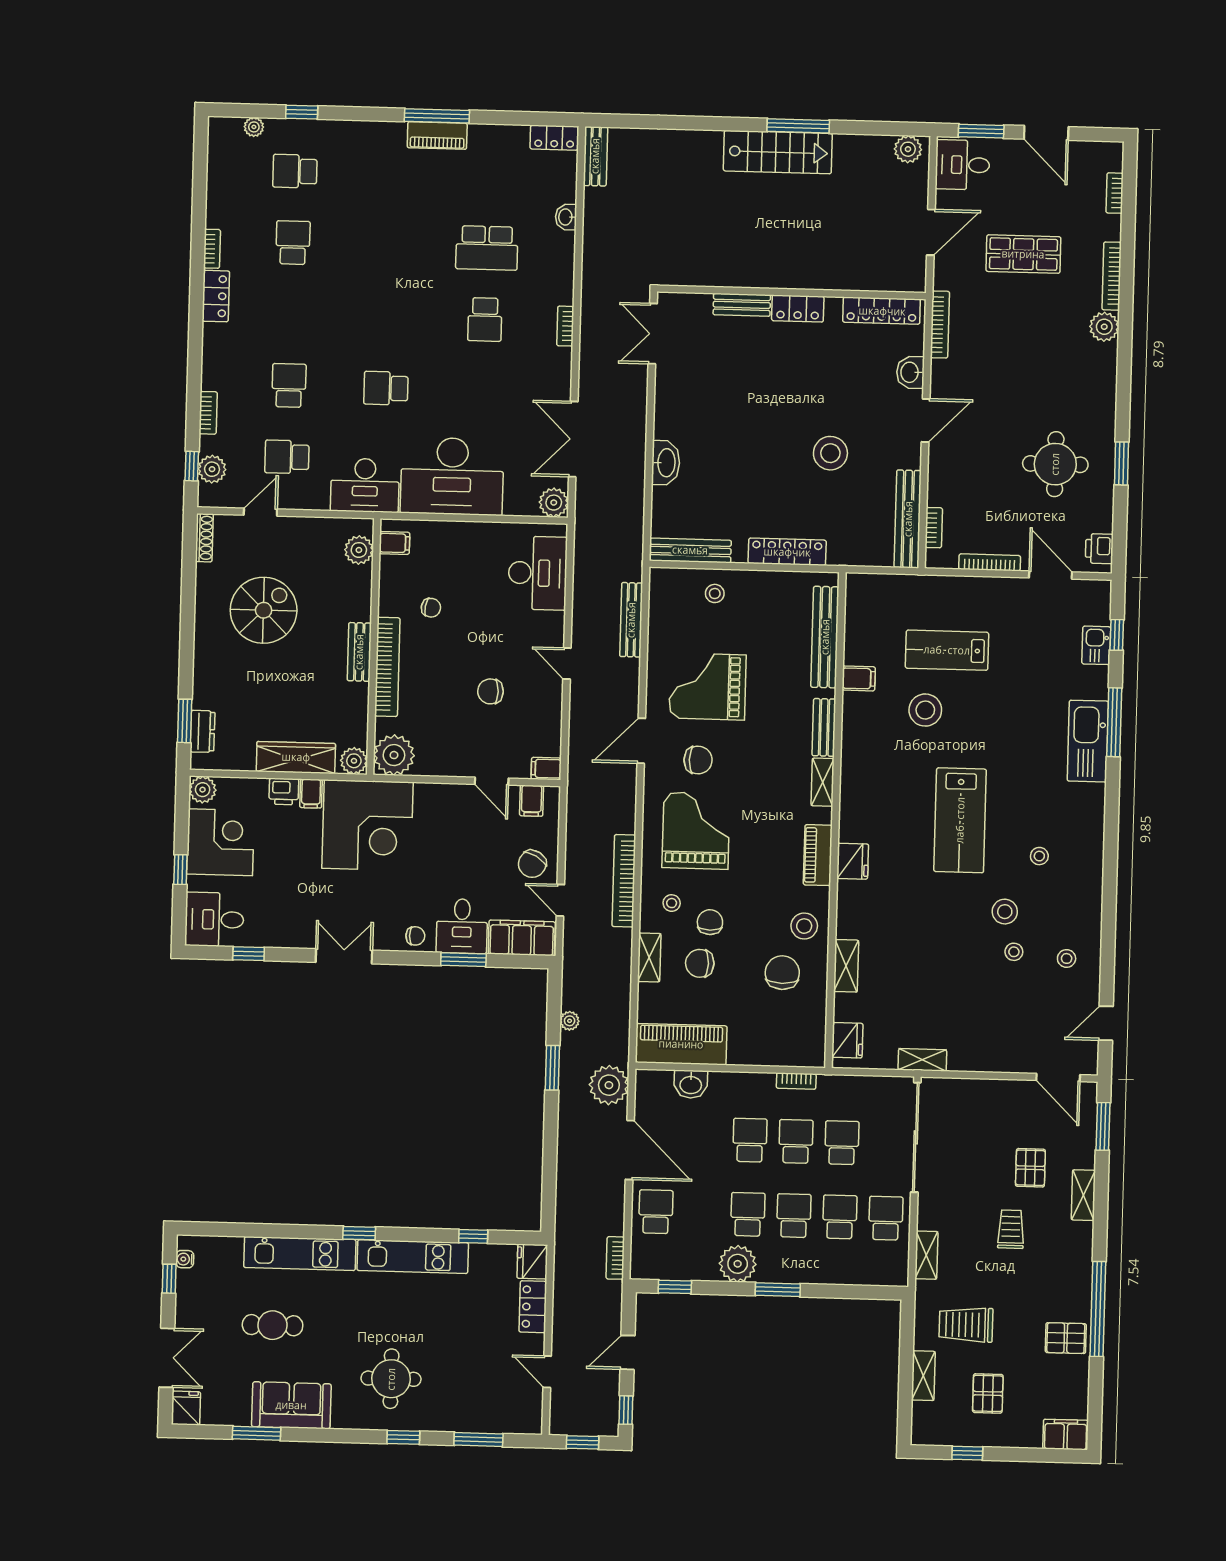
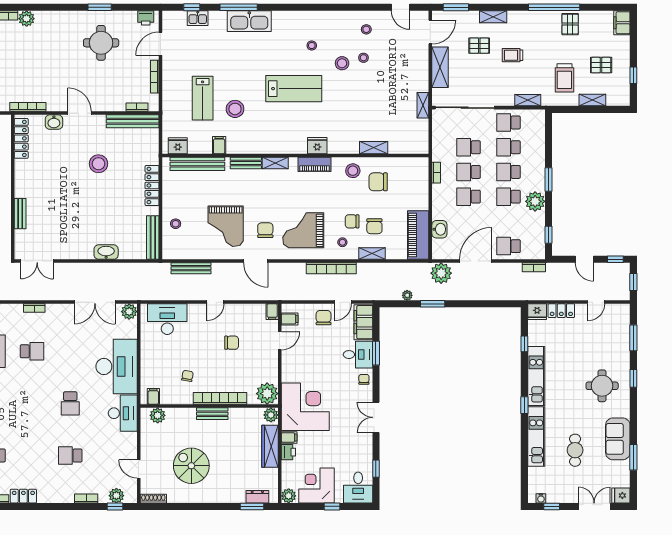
locker: (798, 309) -> (21, 183), removed
school desk: (287, 457) -> (109, 455), removed
chair: (490, 691) -> (232, 343), turned -90
chair: (532, 864) -> (324, 318), turned -120
fridge: (847, 1040) -> (178, 146), moved
shelving: (992, 1094) -> (440, 67), added

